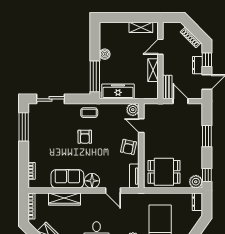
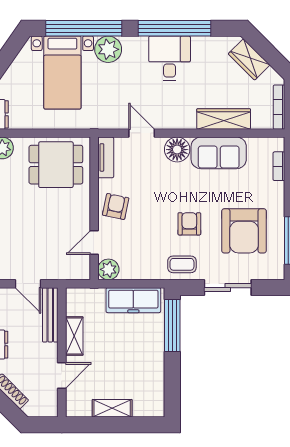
shelving: (141, 27) -> (112, 408), moved
boiler: (105, 54) -> (156, 363), removed
bench: (167, 87) -> (50, 315), width x1.36
sliding door: (51, 99) -> (228, 288), moved
door: (141, 126) -> (94, 243), swing flipped
armchair: (52, 133) -> (244, 231), added

